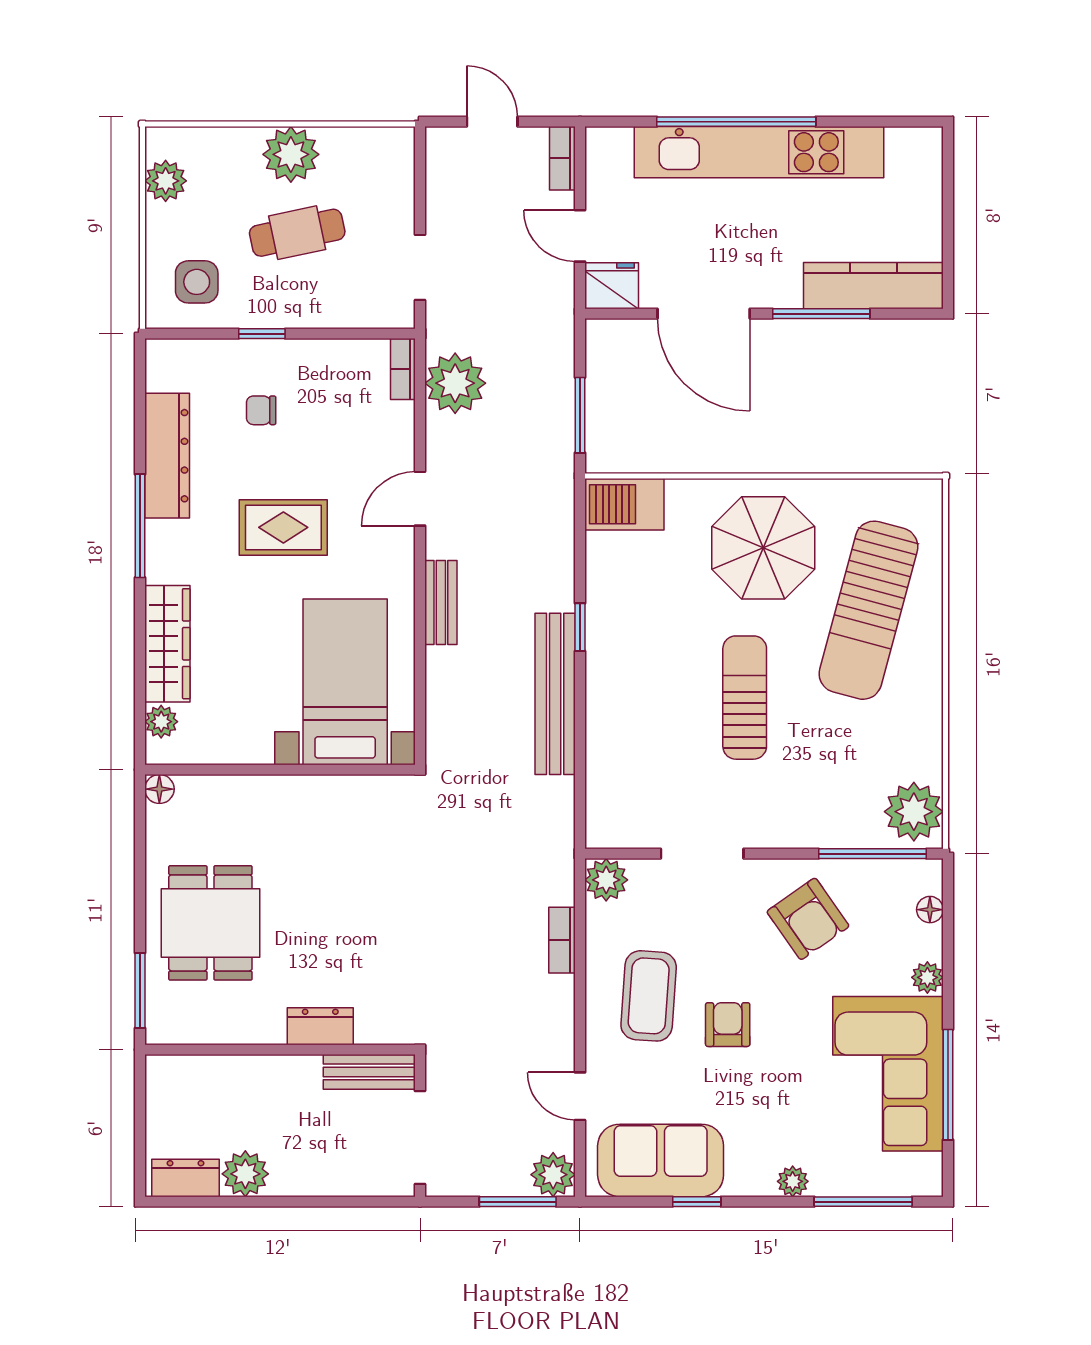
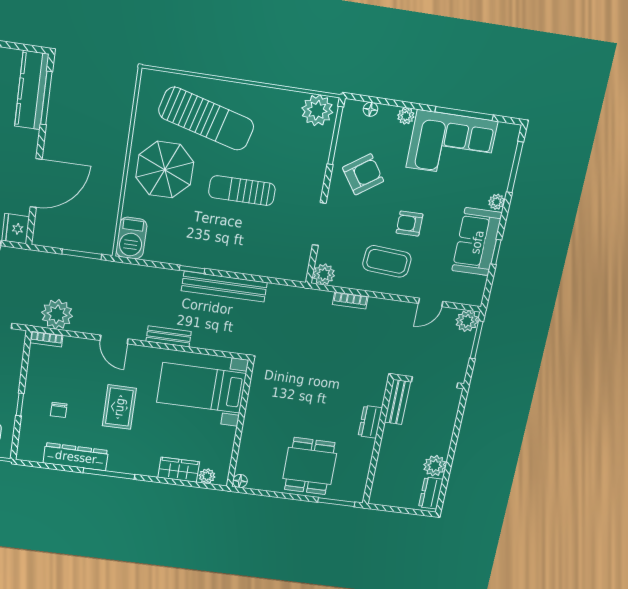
window: (821, 314) -> (46, 98), moved
wardrobe: (167, 644) -> (179, 470), width x0.67
dining table: (210, 923) -> (310, 466), turned 90
sofa: (661, 1160) -> (477, 242), moved

